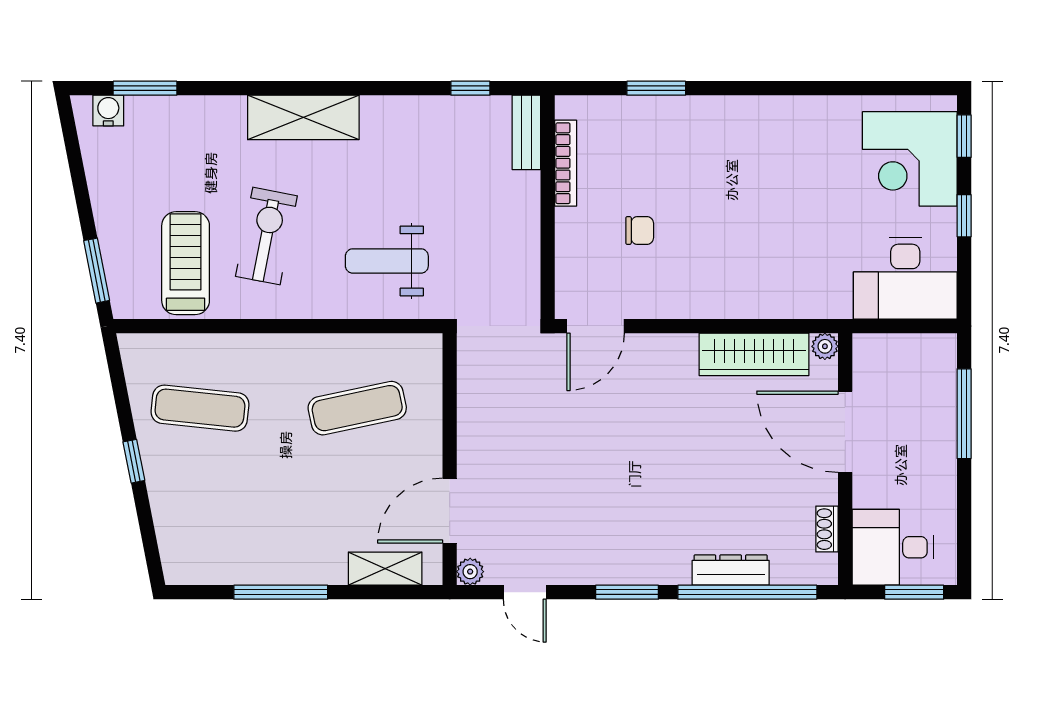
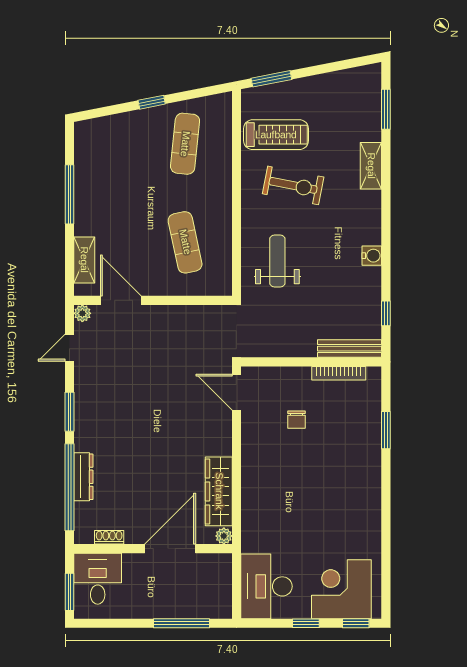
water cooler: (108, 111) -> (372, 256), moved
shelving: (303, 117) -> (371, 166), moved, width x0.67, depth x0.75
bench: (526, 132) -> (350, 349), width x1.36

